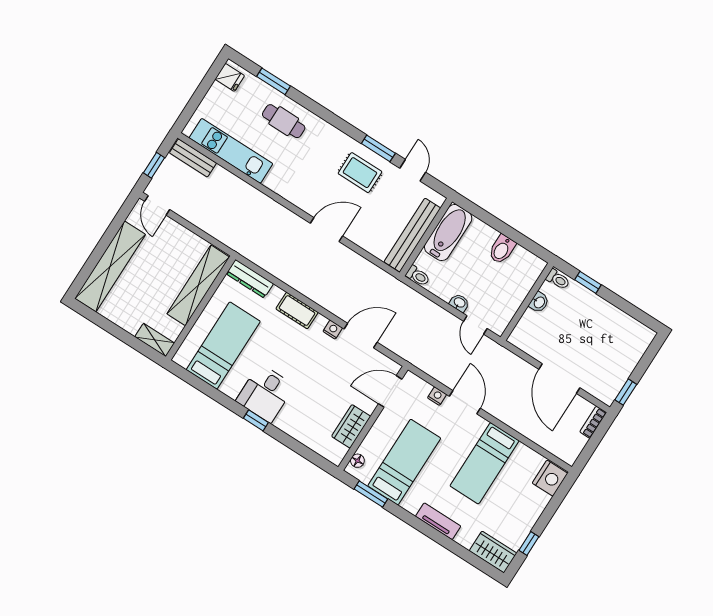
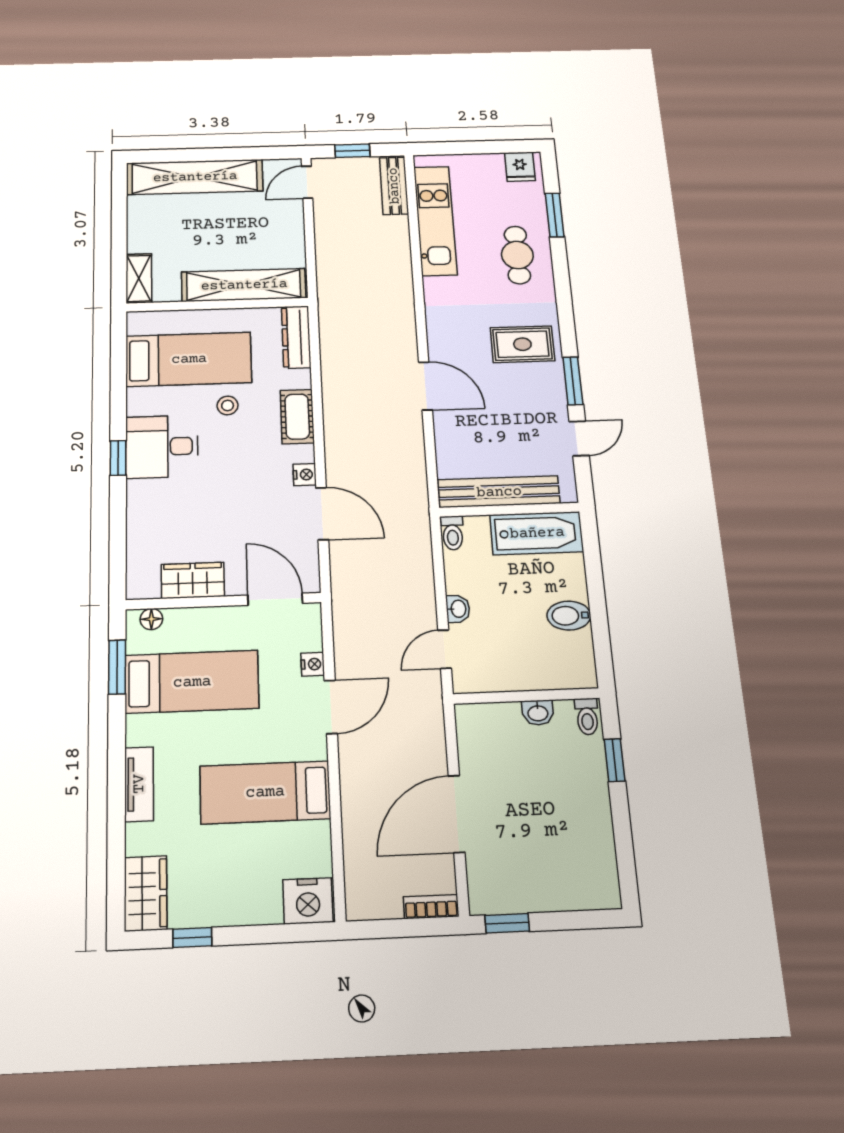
rug: (360, 173) -> (522, 344), moved, turned 90
stool: (265, 343) -> (228, 405), added

